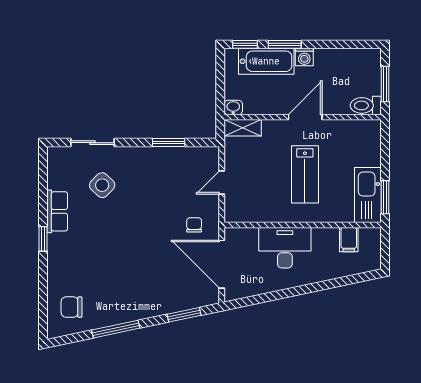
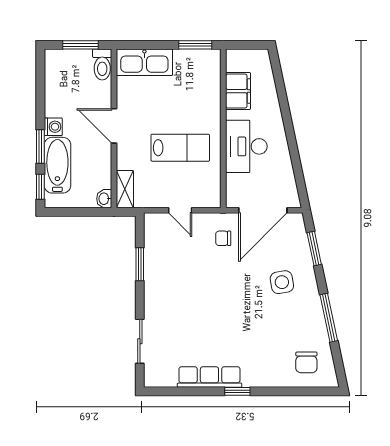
lab bench: (305, 174) -> (180, 148), moved
side table: (102, 185) -> (282, 282), moved, turned 36
kitchen sink: (368, 195) -> (144, 62), moved
row of seats: (57, 211) -> (209, 377), width x1.48
filing cabinet: (349, 240) -> (238, 91), width x2.00

